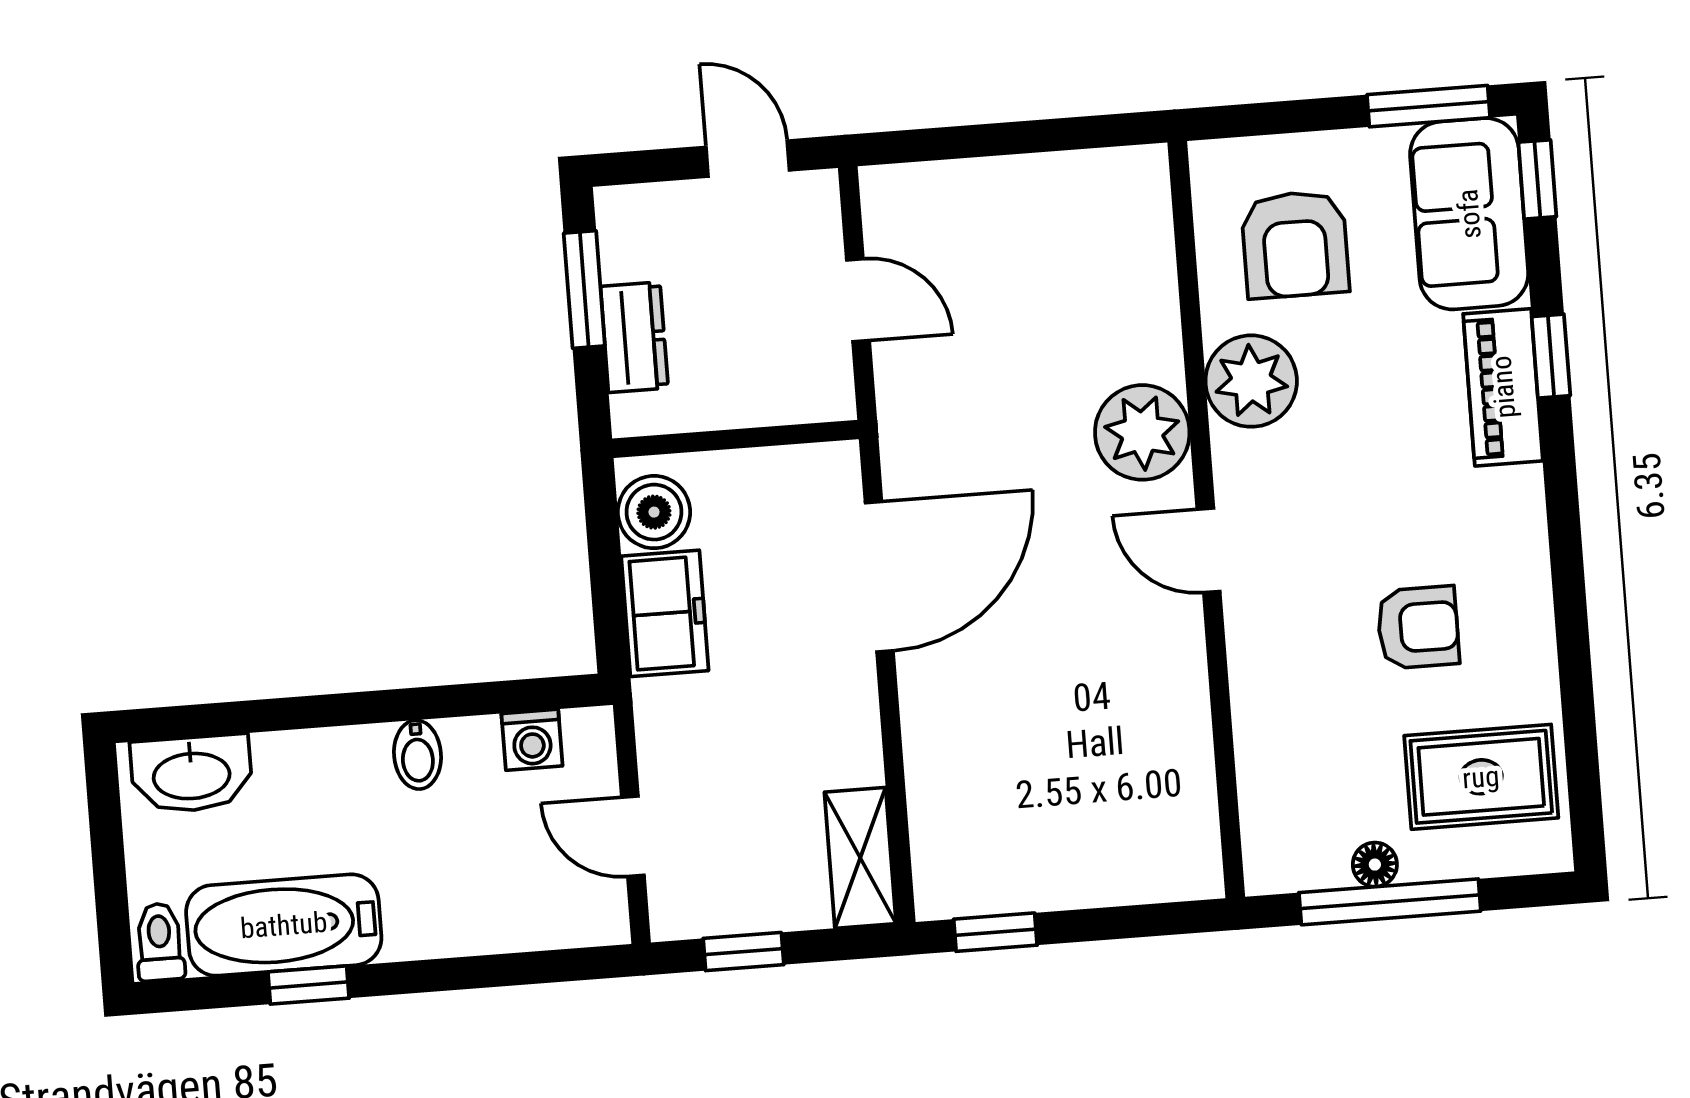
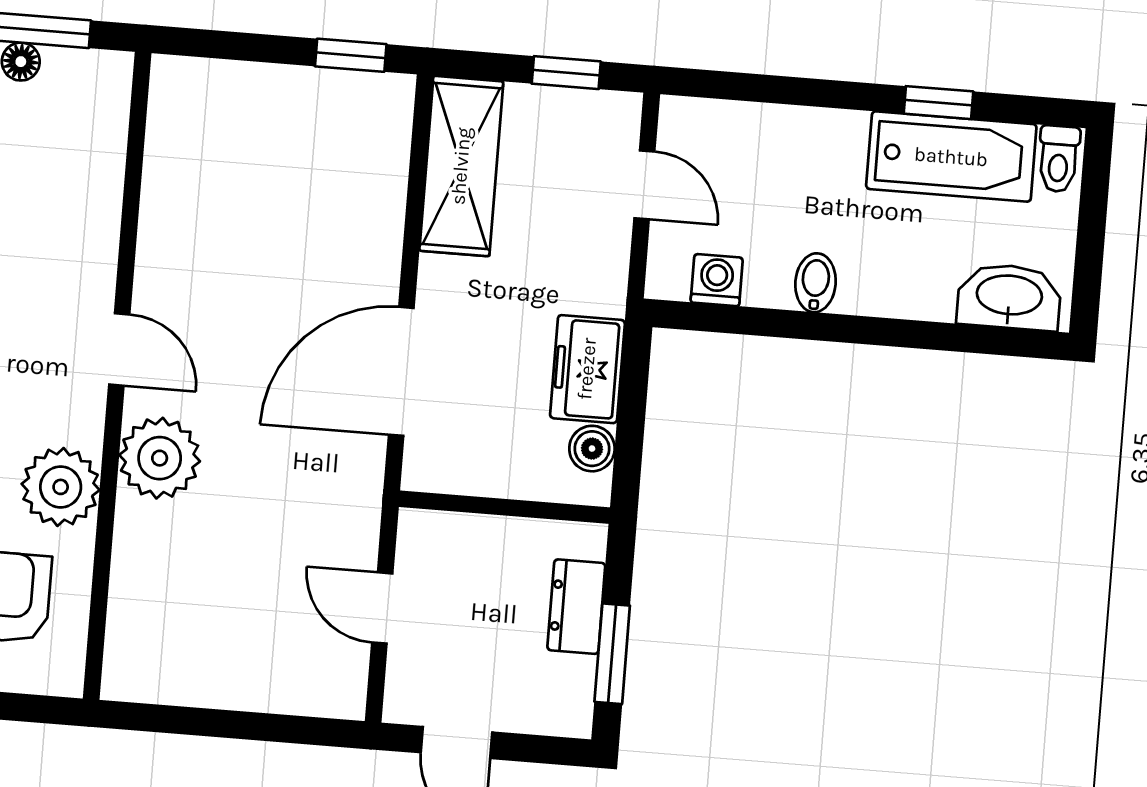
boiler: (654, 512) -> (592, 449), width x0.73, depth x0.73
shelving: (860, 858) -> (461, 166), width x1.50, depth x1.33

